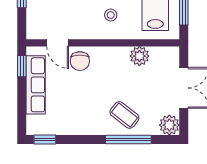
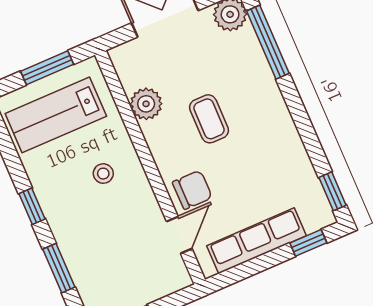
window: (22, 66) -> (308, 243), moved
coffee table: (124, 115) -> (209, 119), moved, turned -38
window: (128, 140) -> (268, 42), moved

